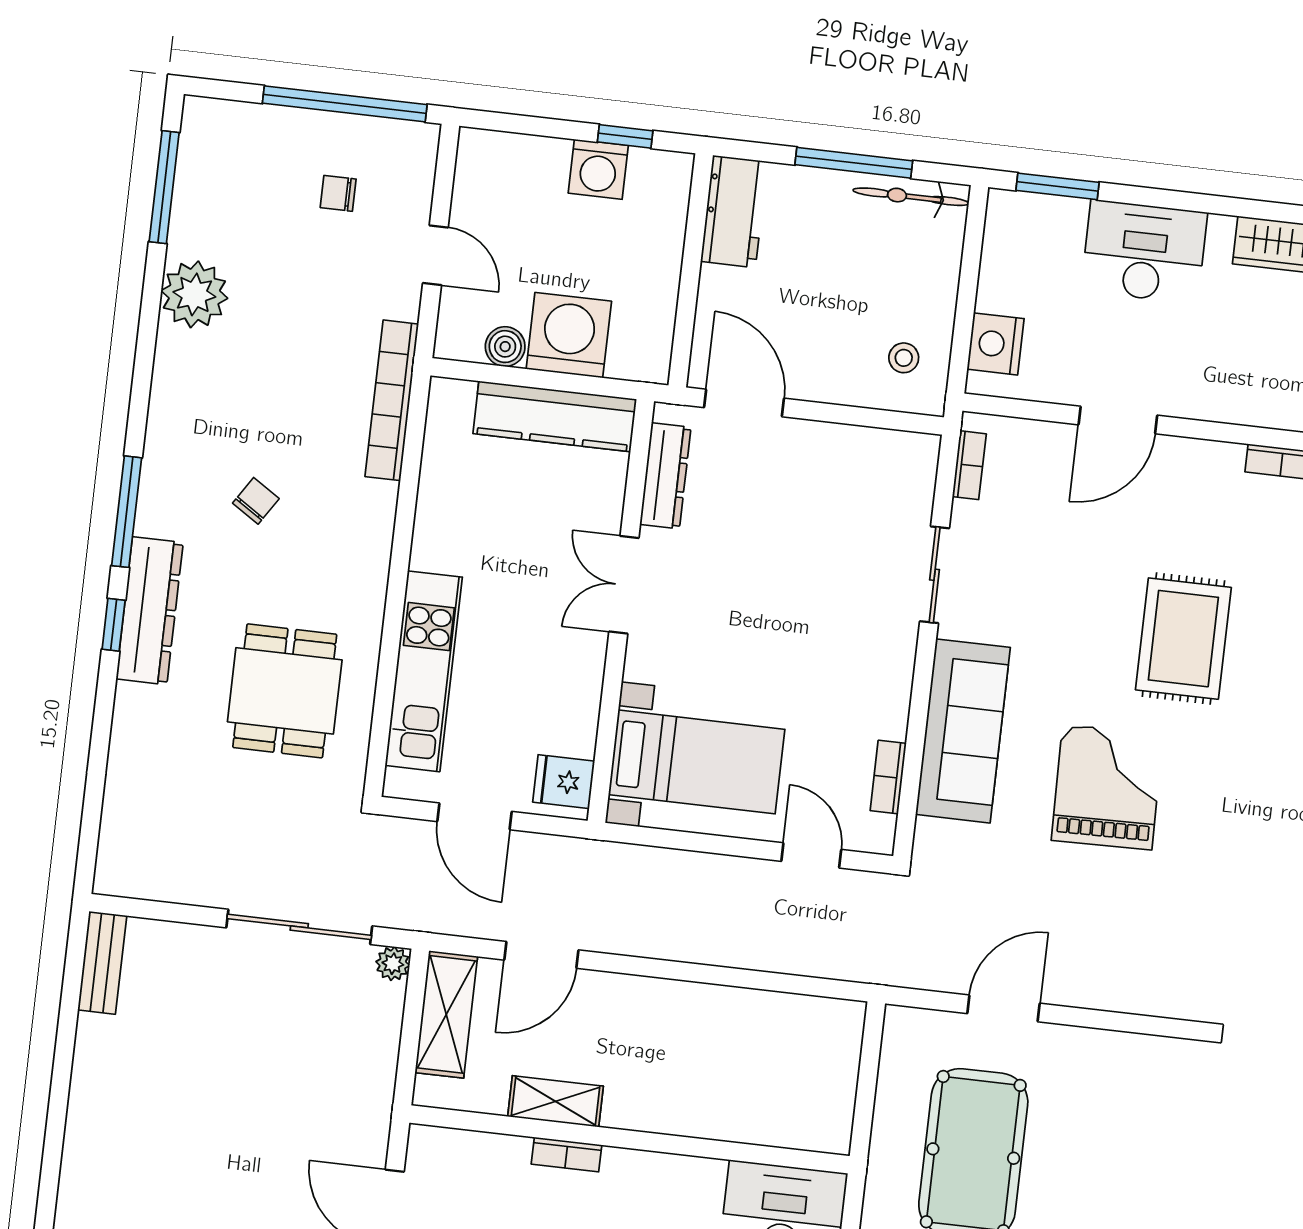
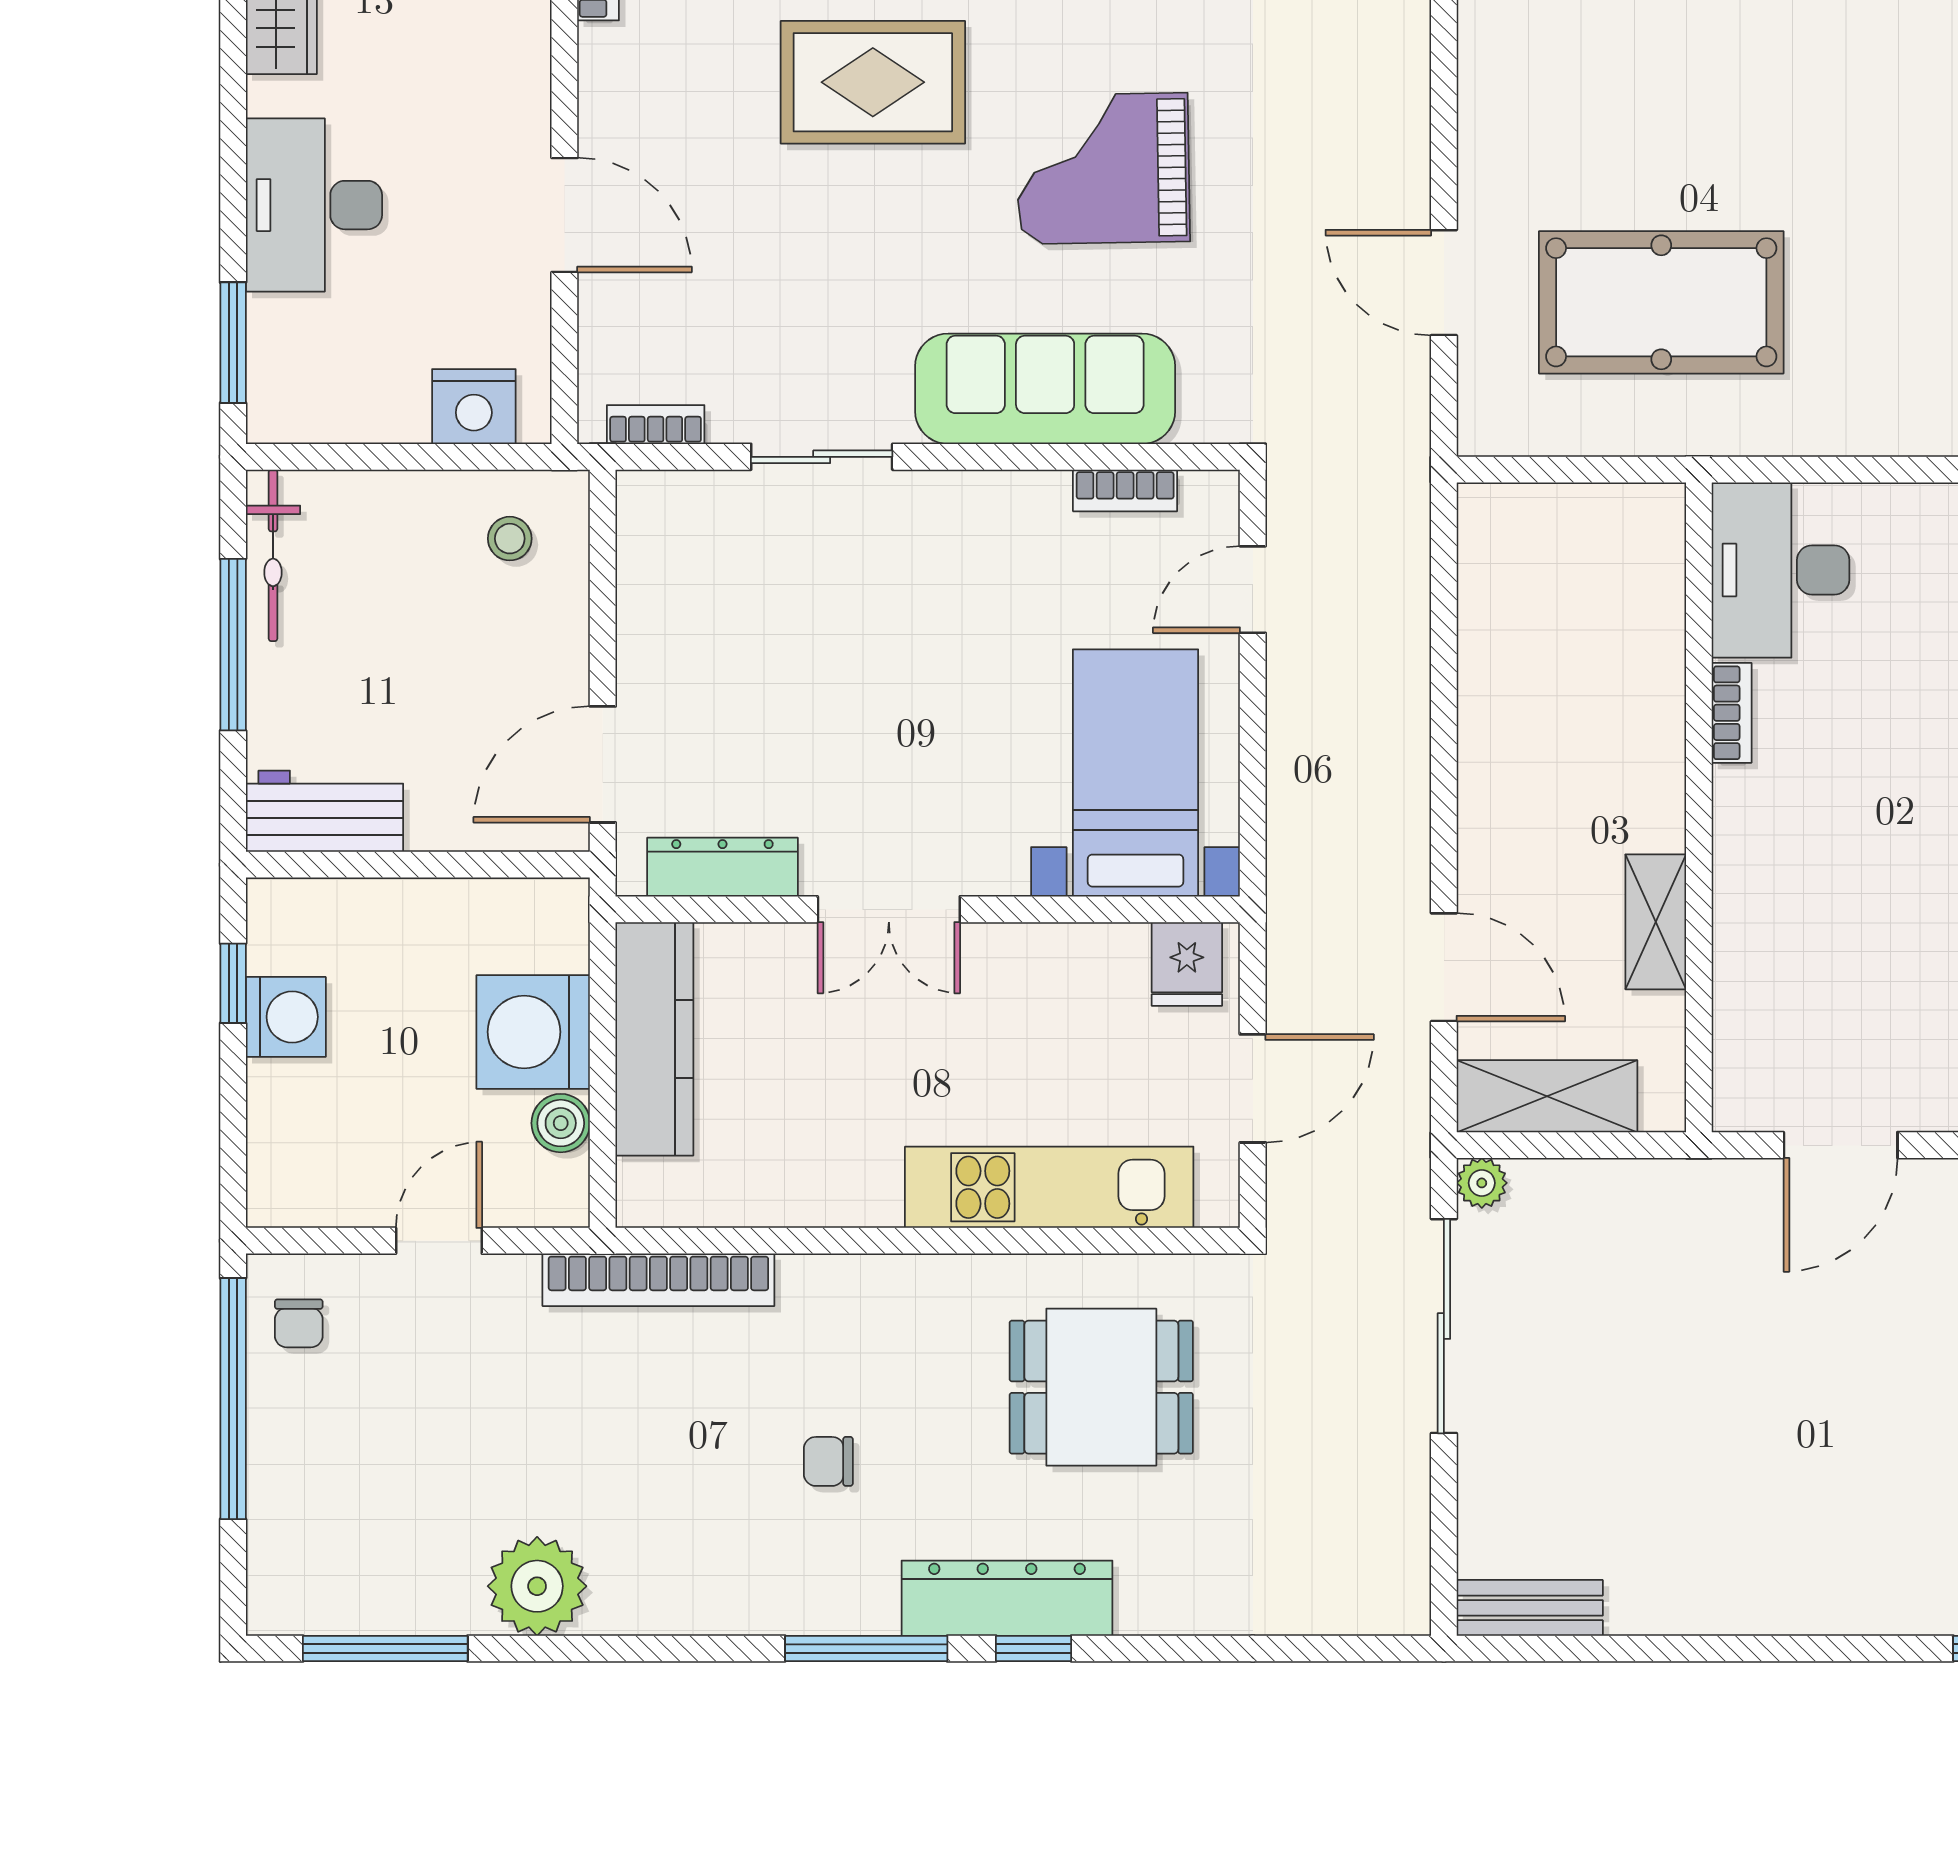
chair: (338, 193) -> (299, 1323), moved
chair: (256, 501) -> (828, 1461), turned -33
bookcase: (567, 1155) -> (1732, 713), moved

